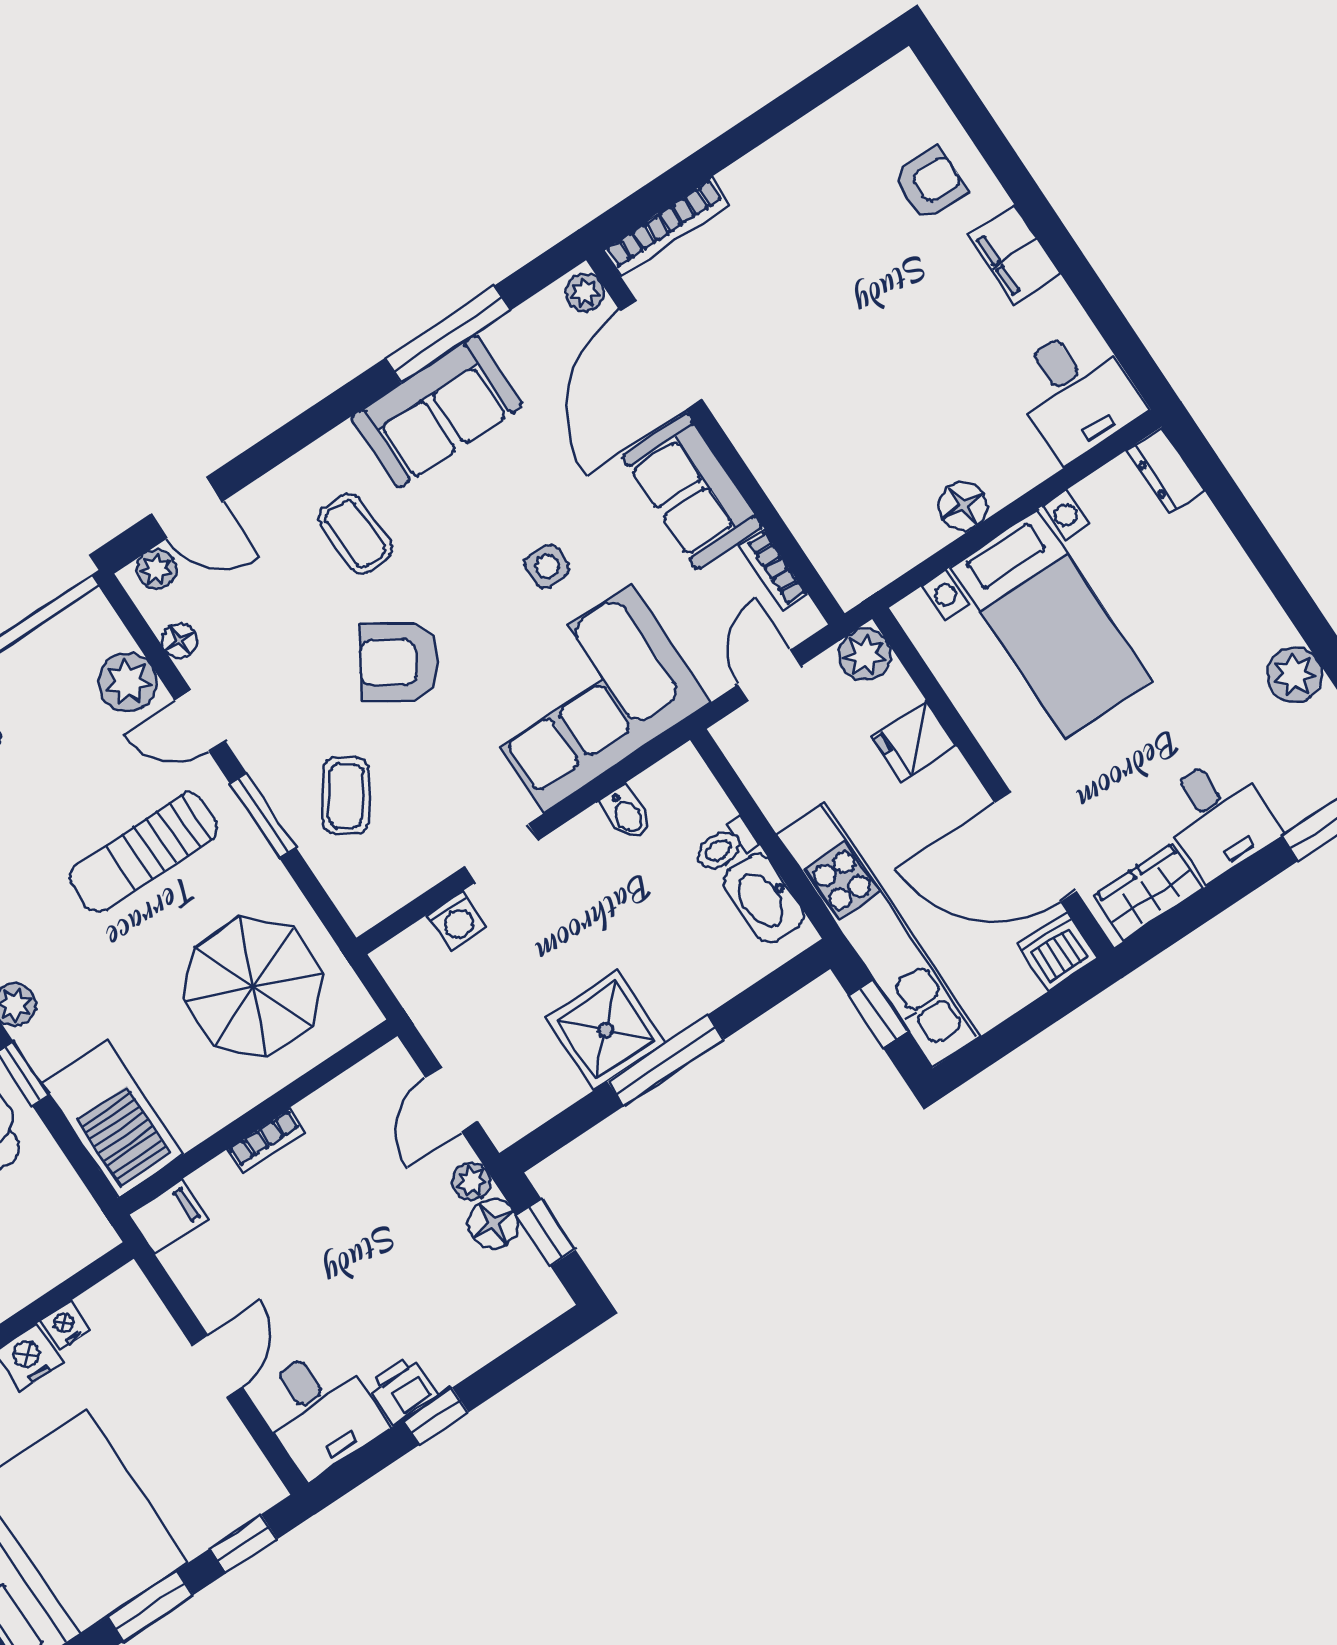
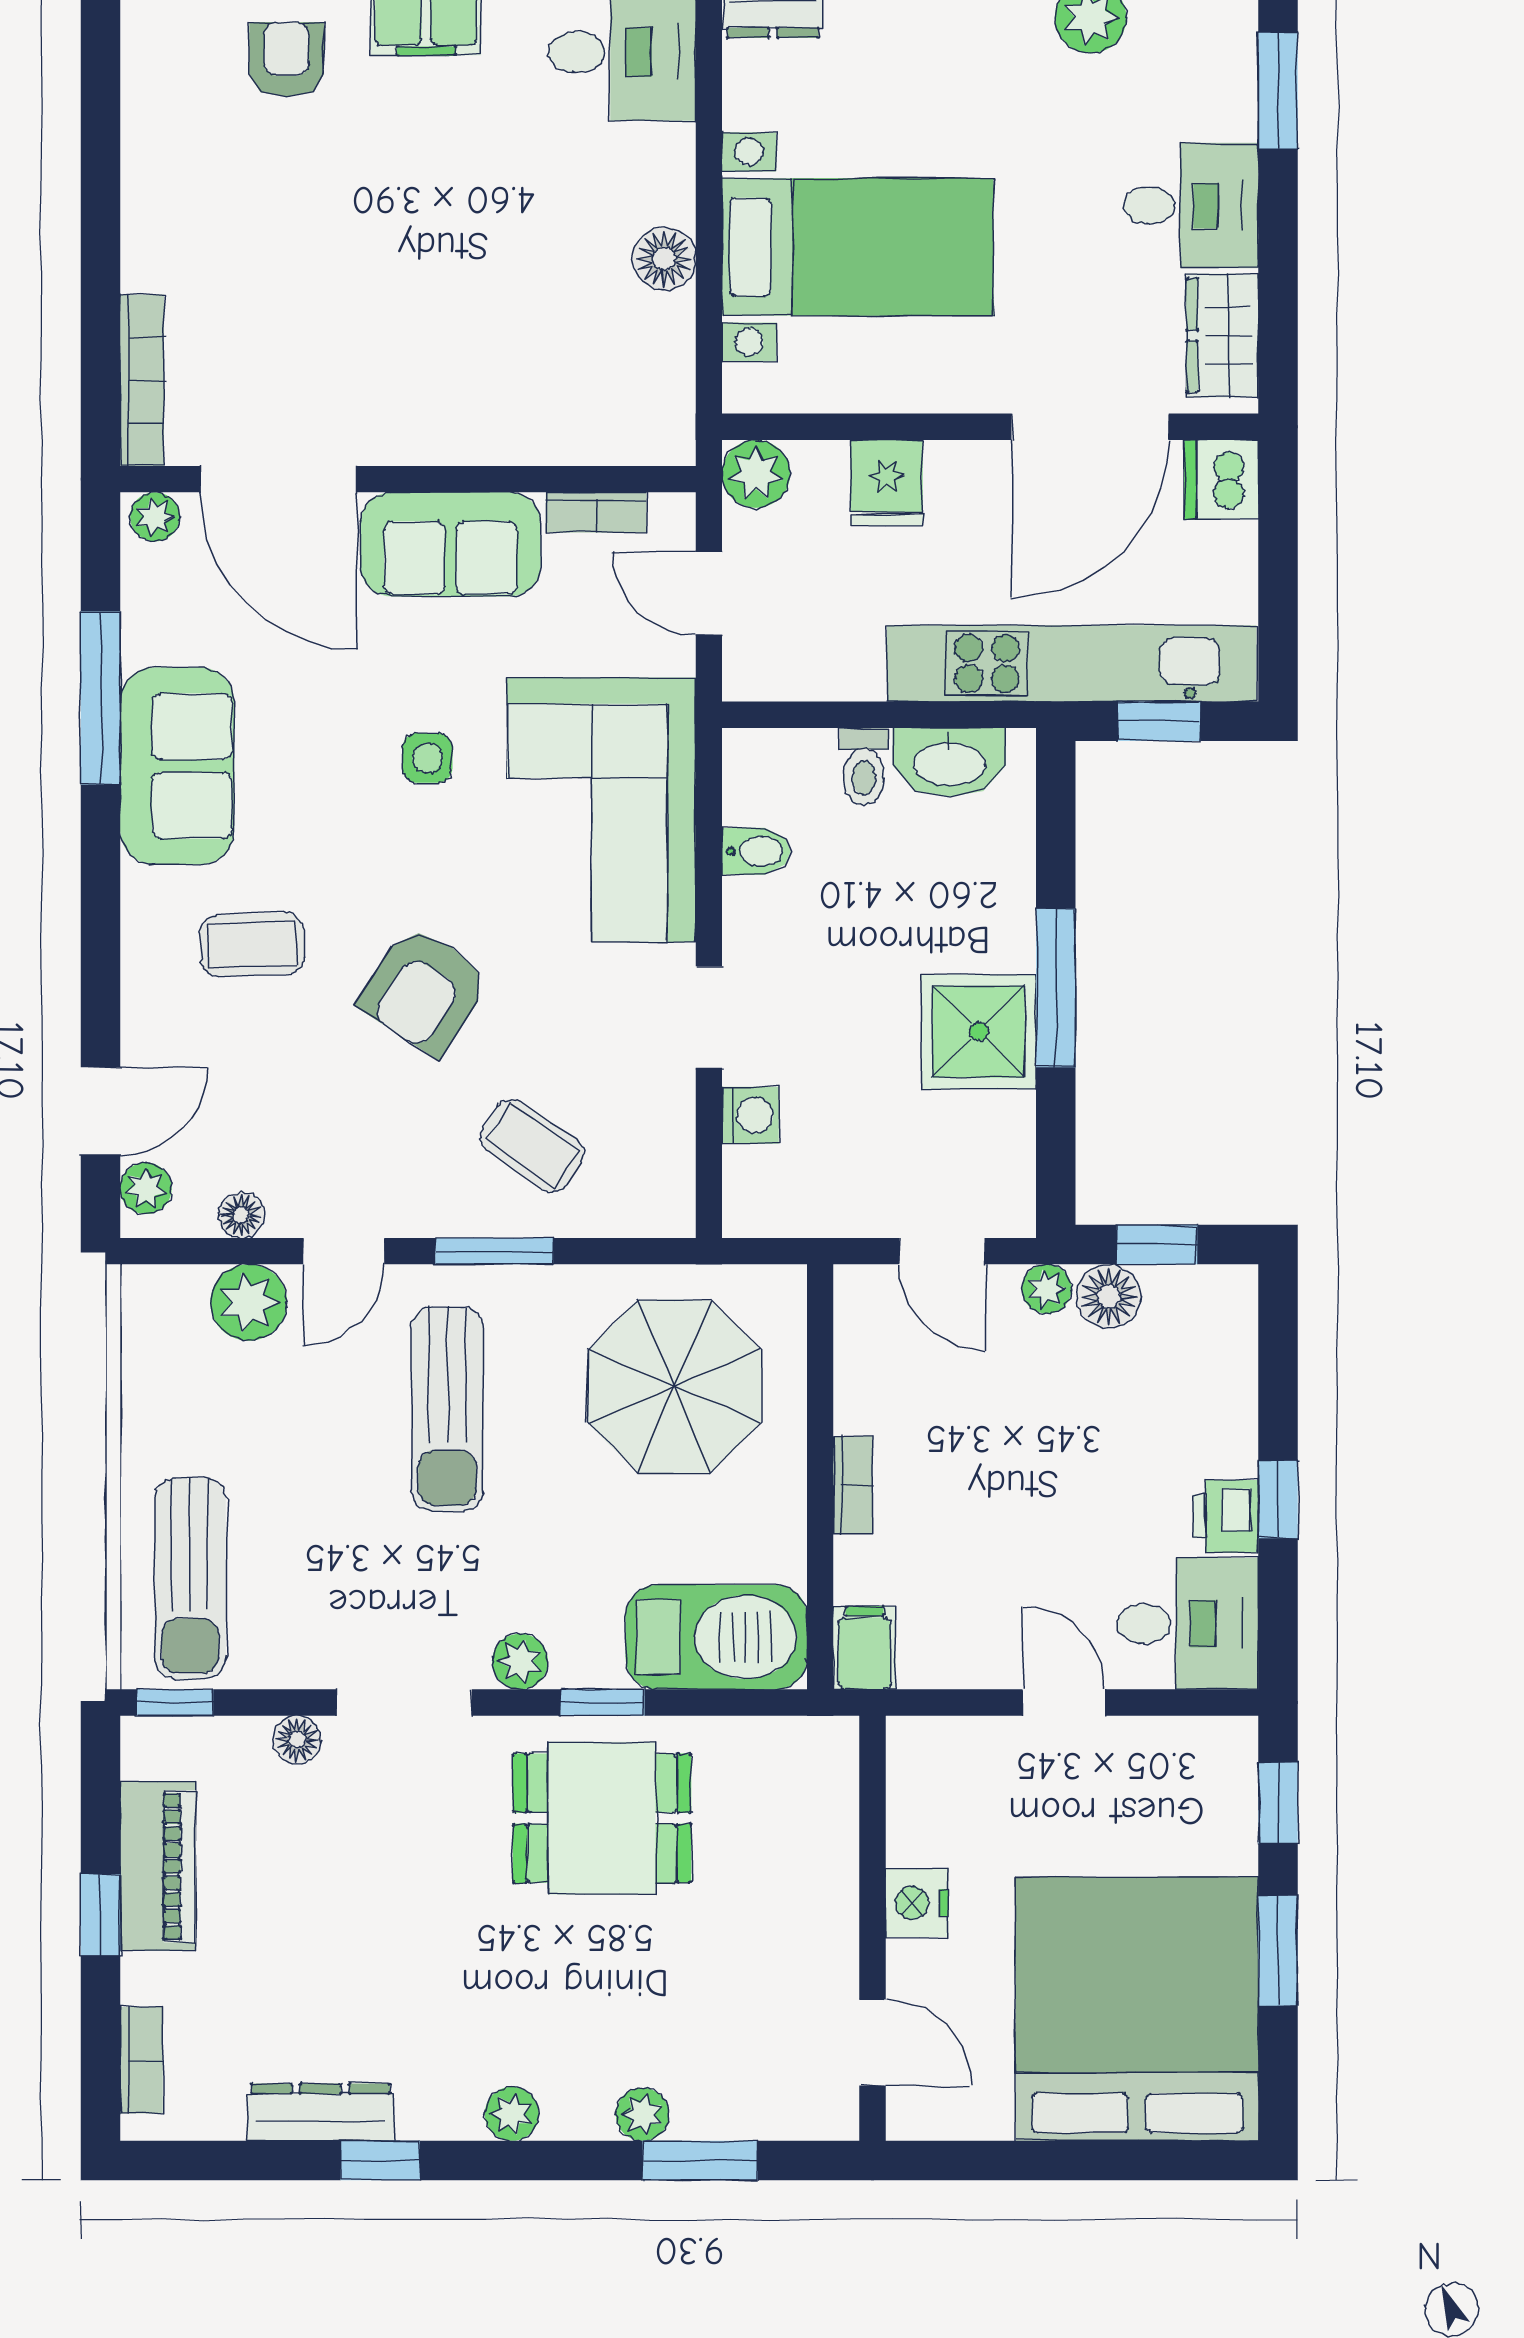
nightstand: (65, 1325) -> (908, 1839), removed

